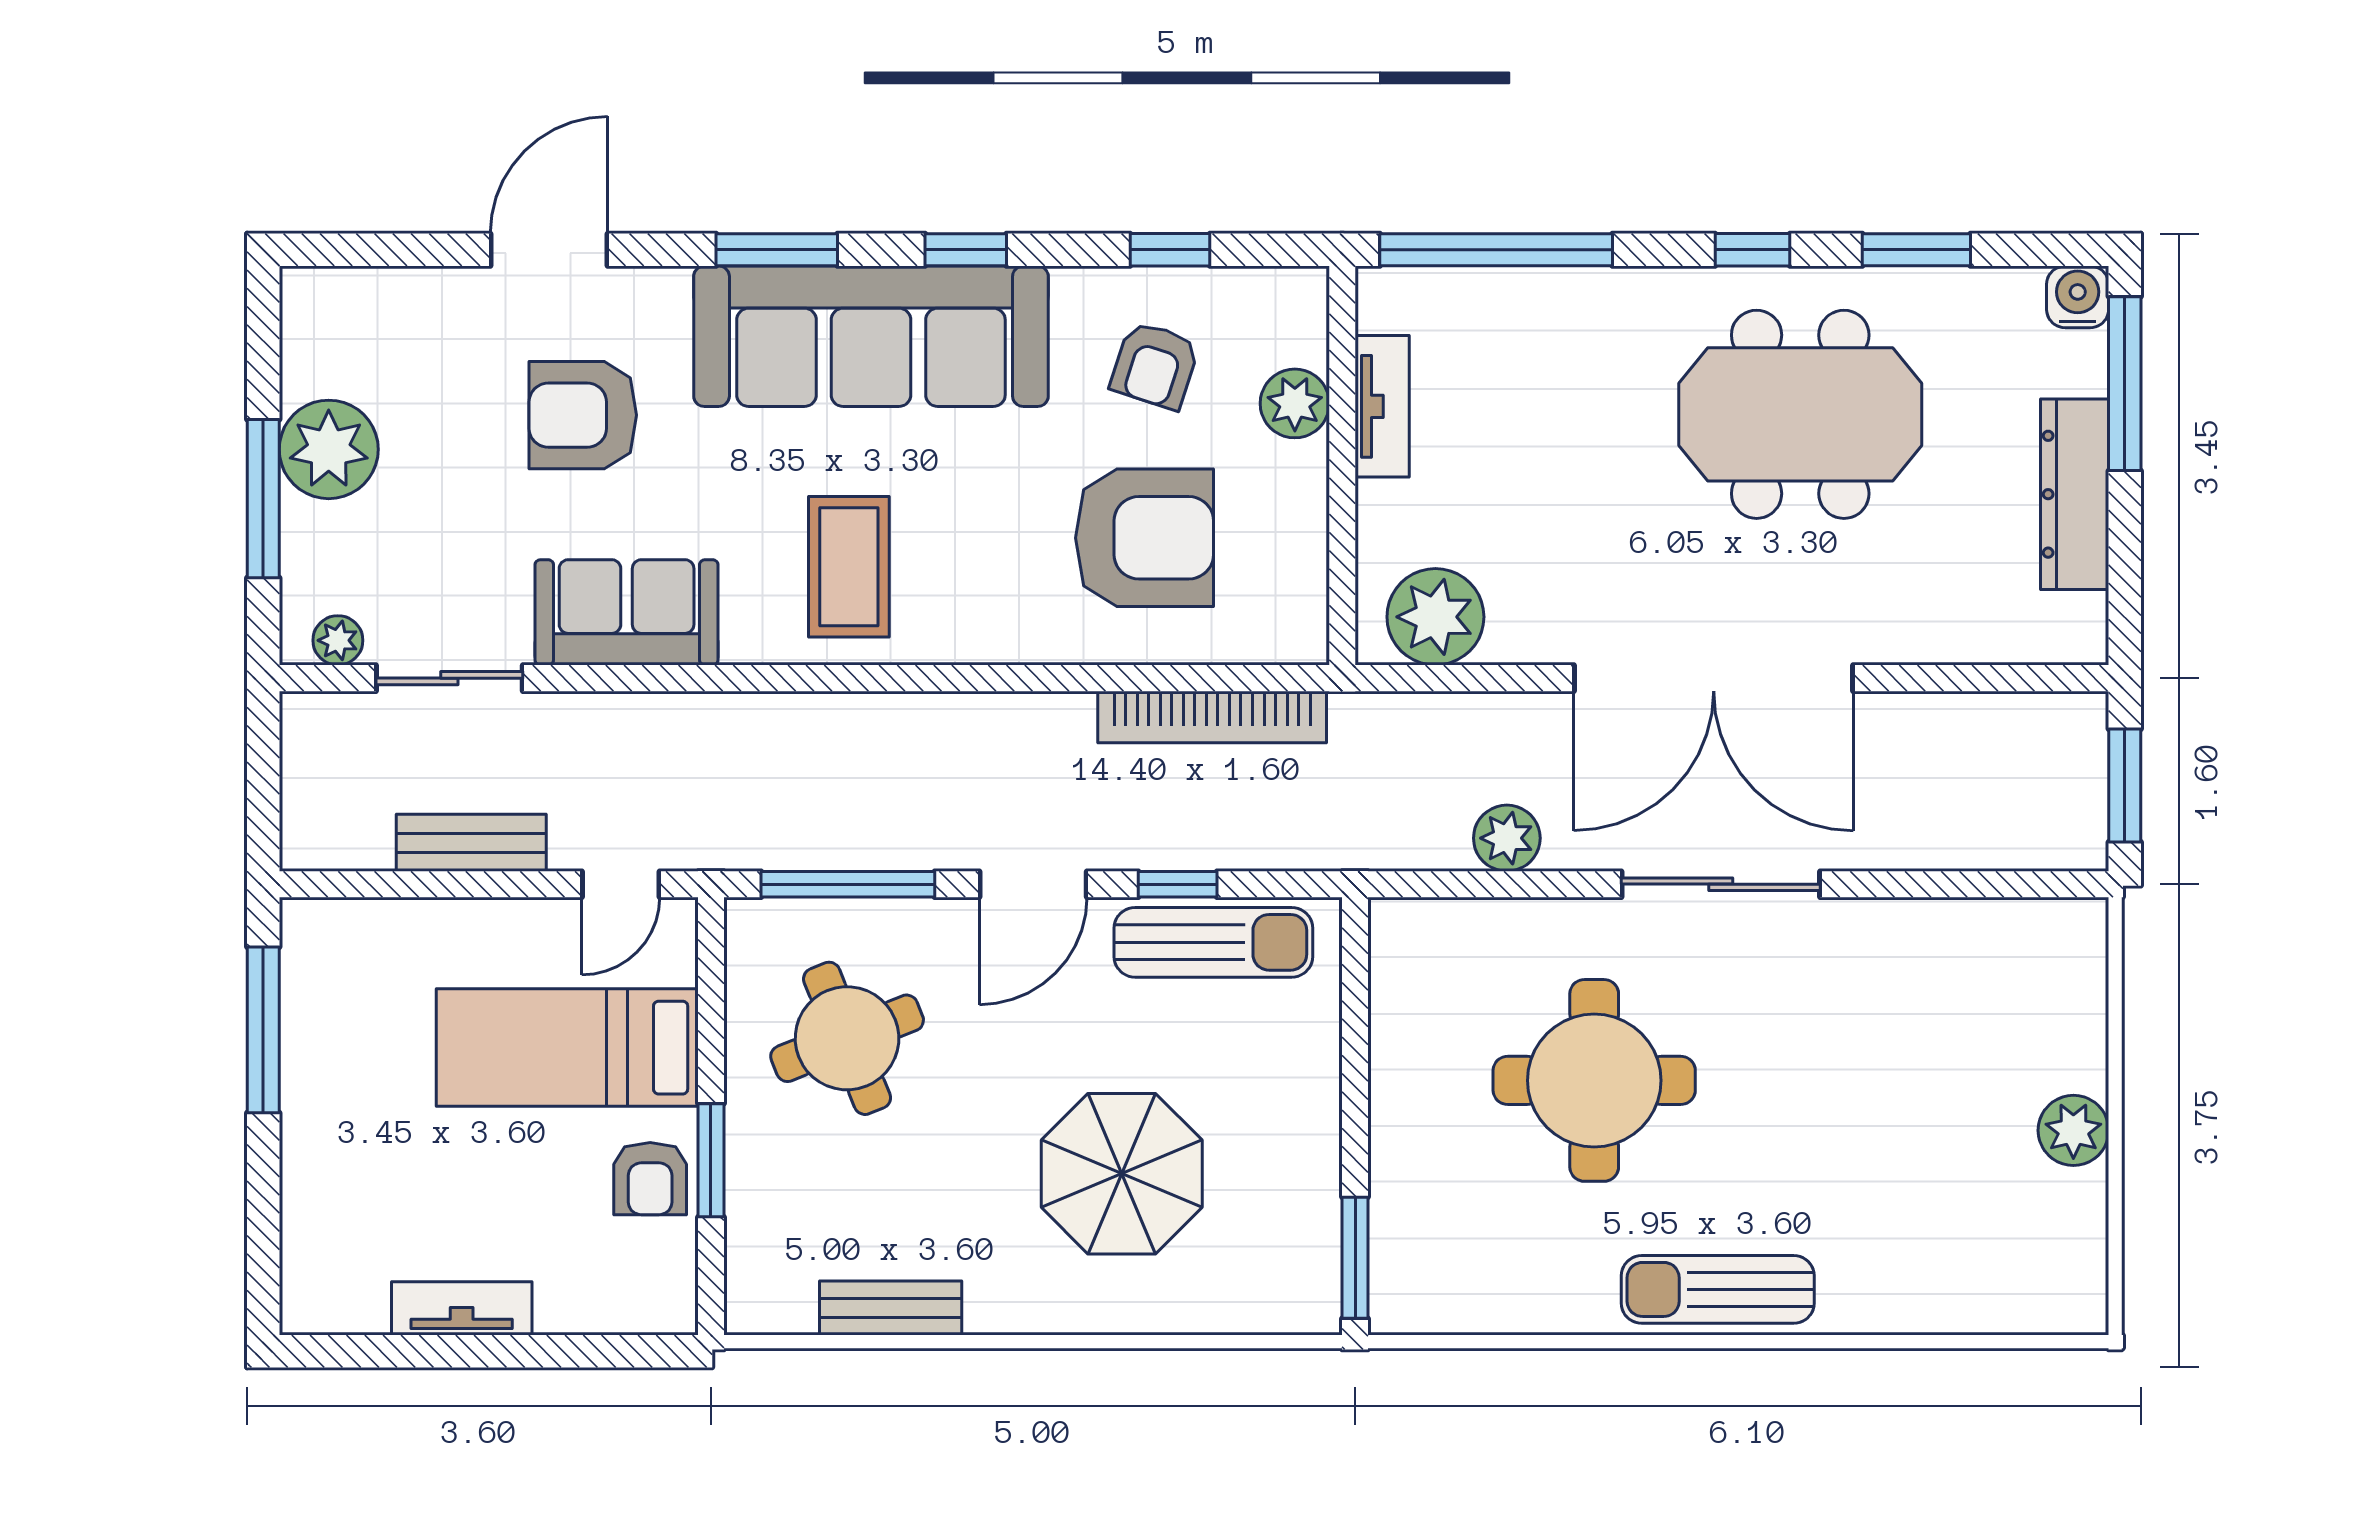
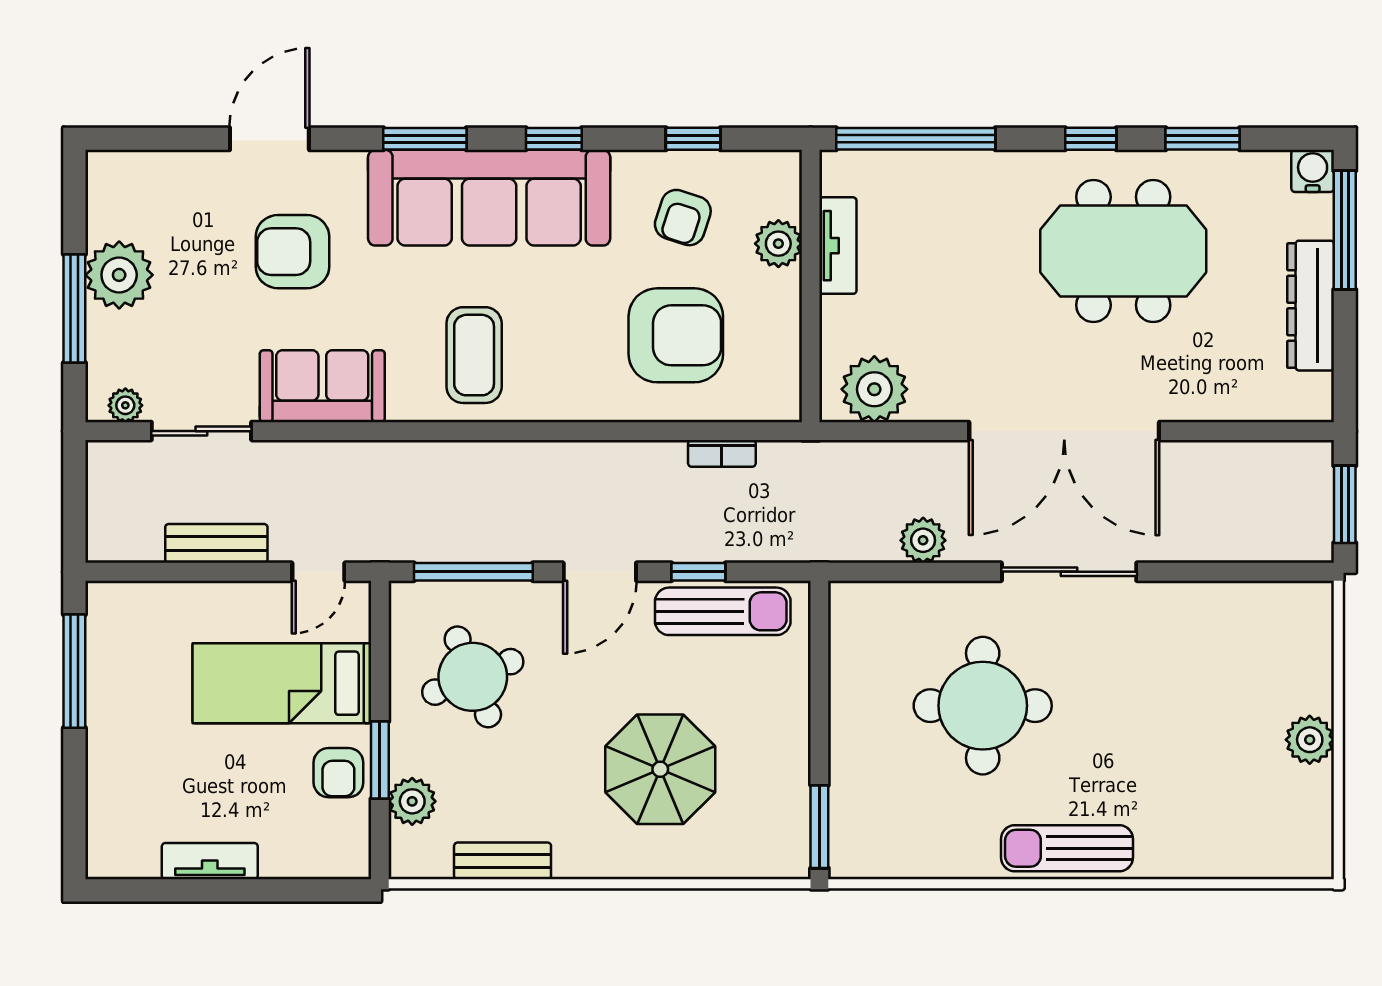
bookcase: (1212, 717) -> (722, 453), width x0.43, depth x0.76
plant: (758, 1221) -> (412, 801), added

